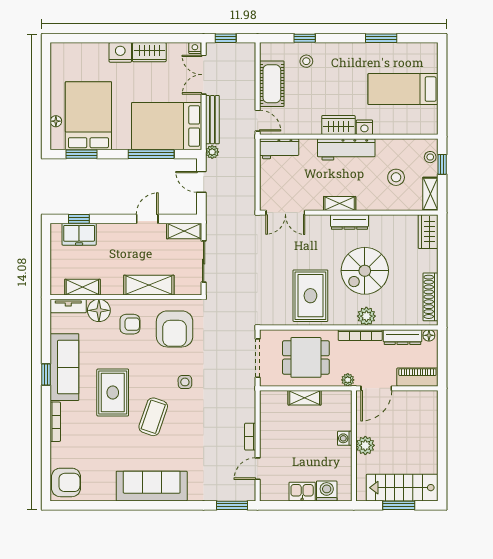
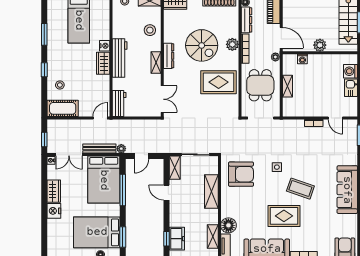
window: (305, 38) -> (44, 70), moved
cot: (272, 84) -> (63, 108), moved
stool: (396, 177) -> (150, 30), moved
armchair: (130, 324) -> (238, 204), removed
washing machine: (345, 438) -> (302, 59), moved

